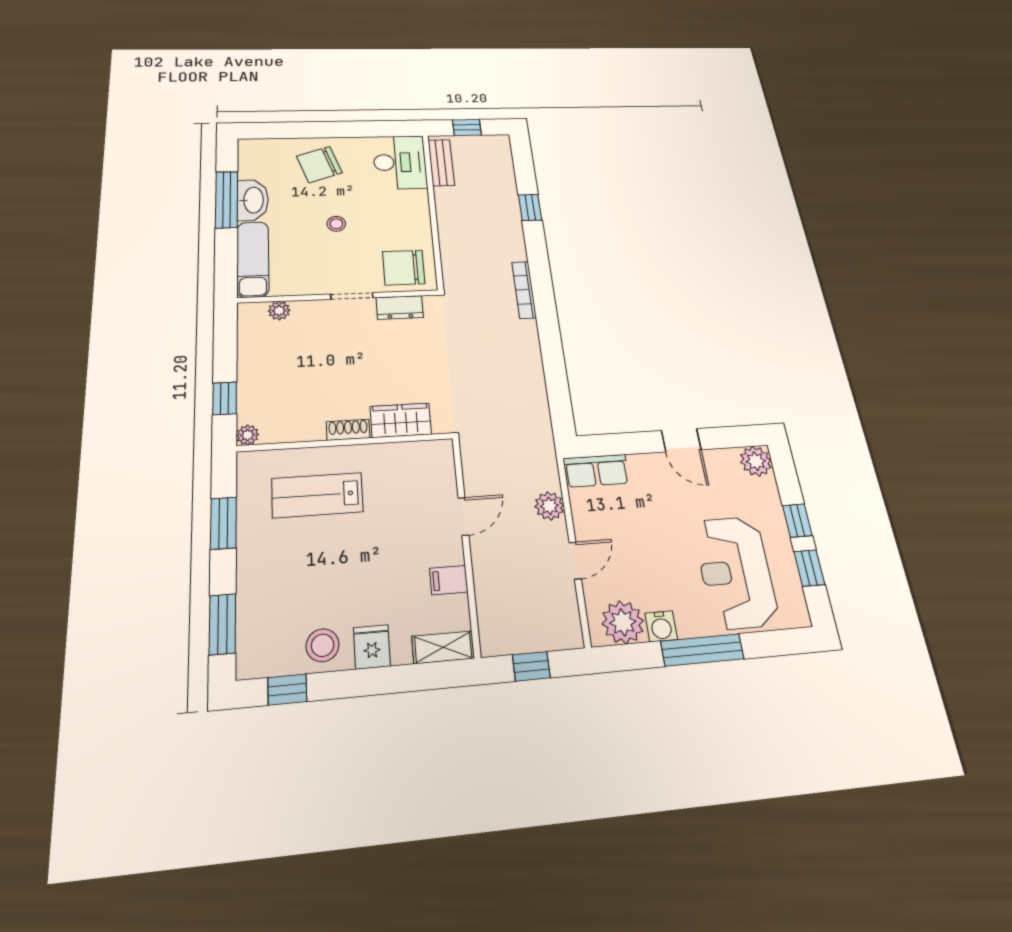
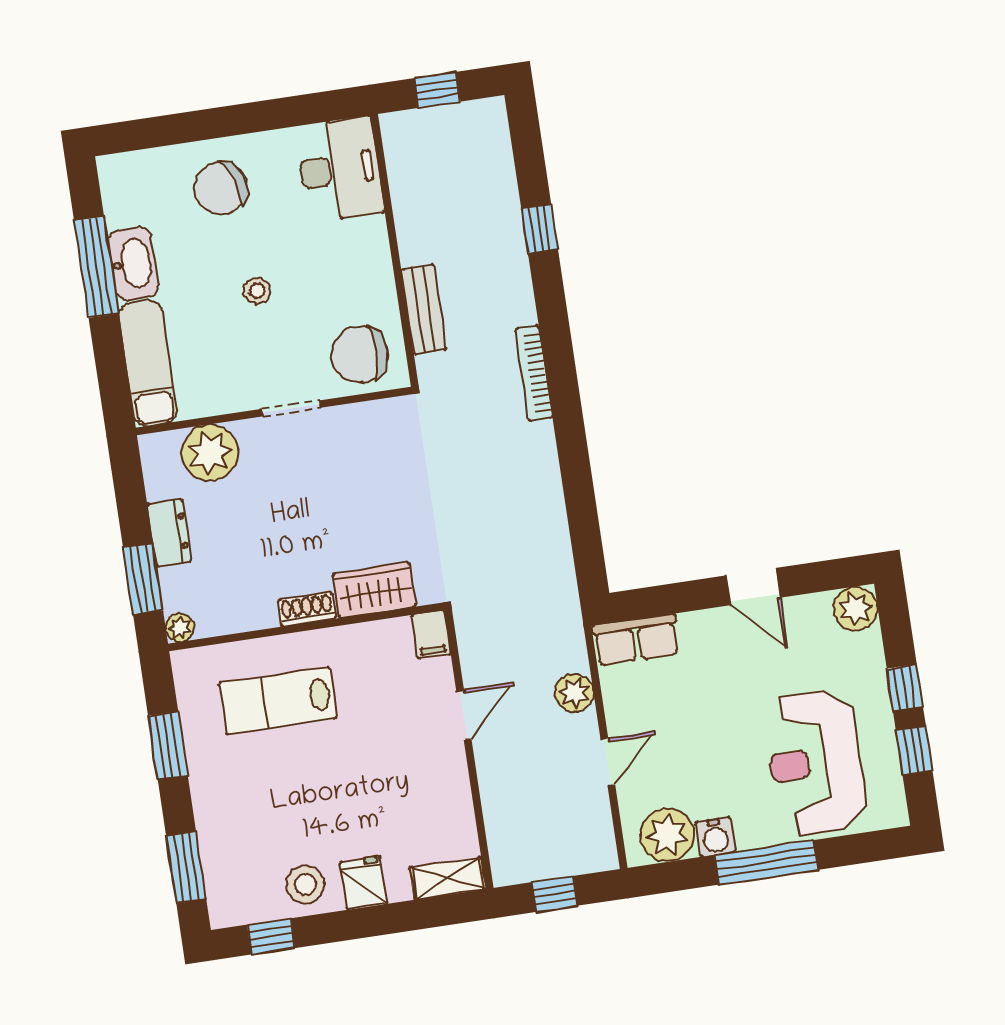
bench: (441, 163) -> (424, 309), moved
dresser: (400, 307) -> (169, 533), moved, turned -90
plant: (279, 311) -> (210, 453), width x1.87, depth x1.87
window: (225, 398) -> (143, 579), width x1.50
filing cabinet: (449, 580) -> (431, 634), moved, turned -90

